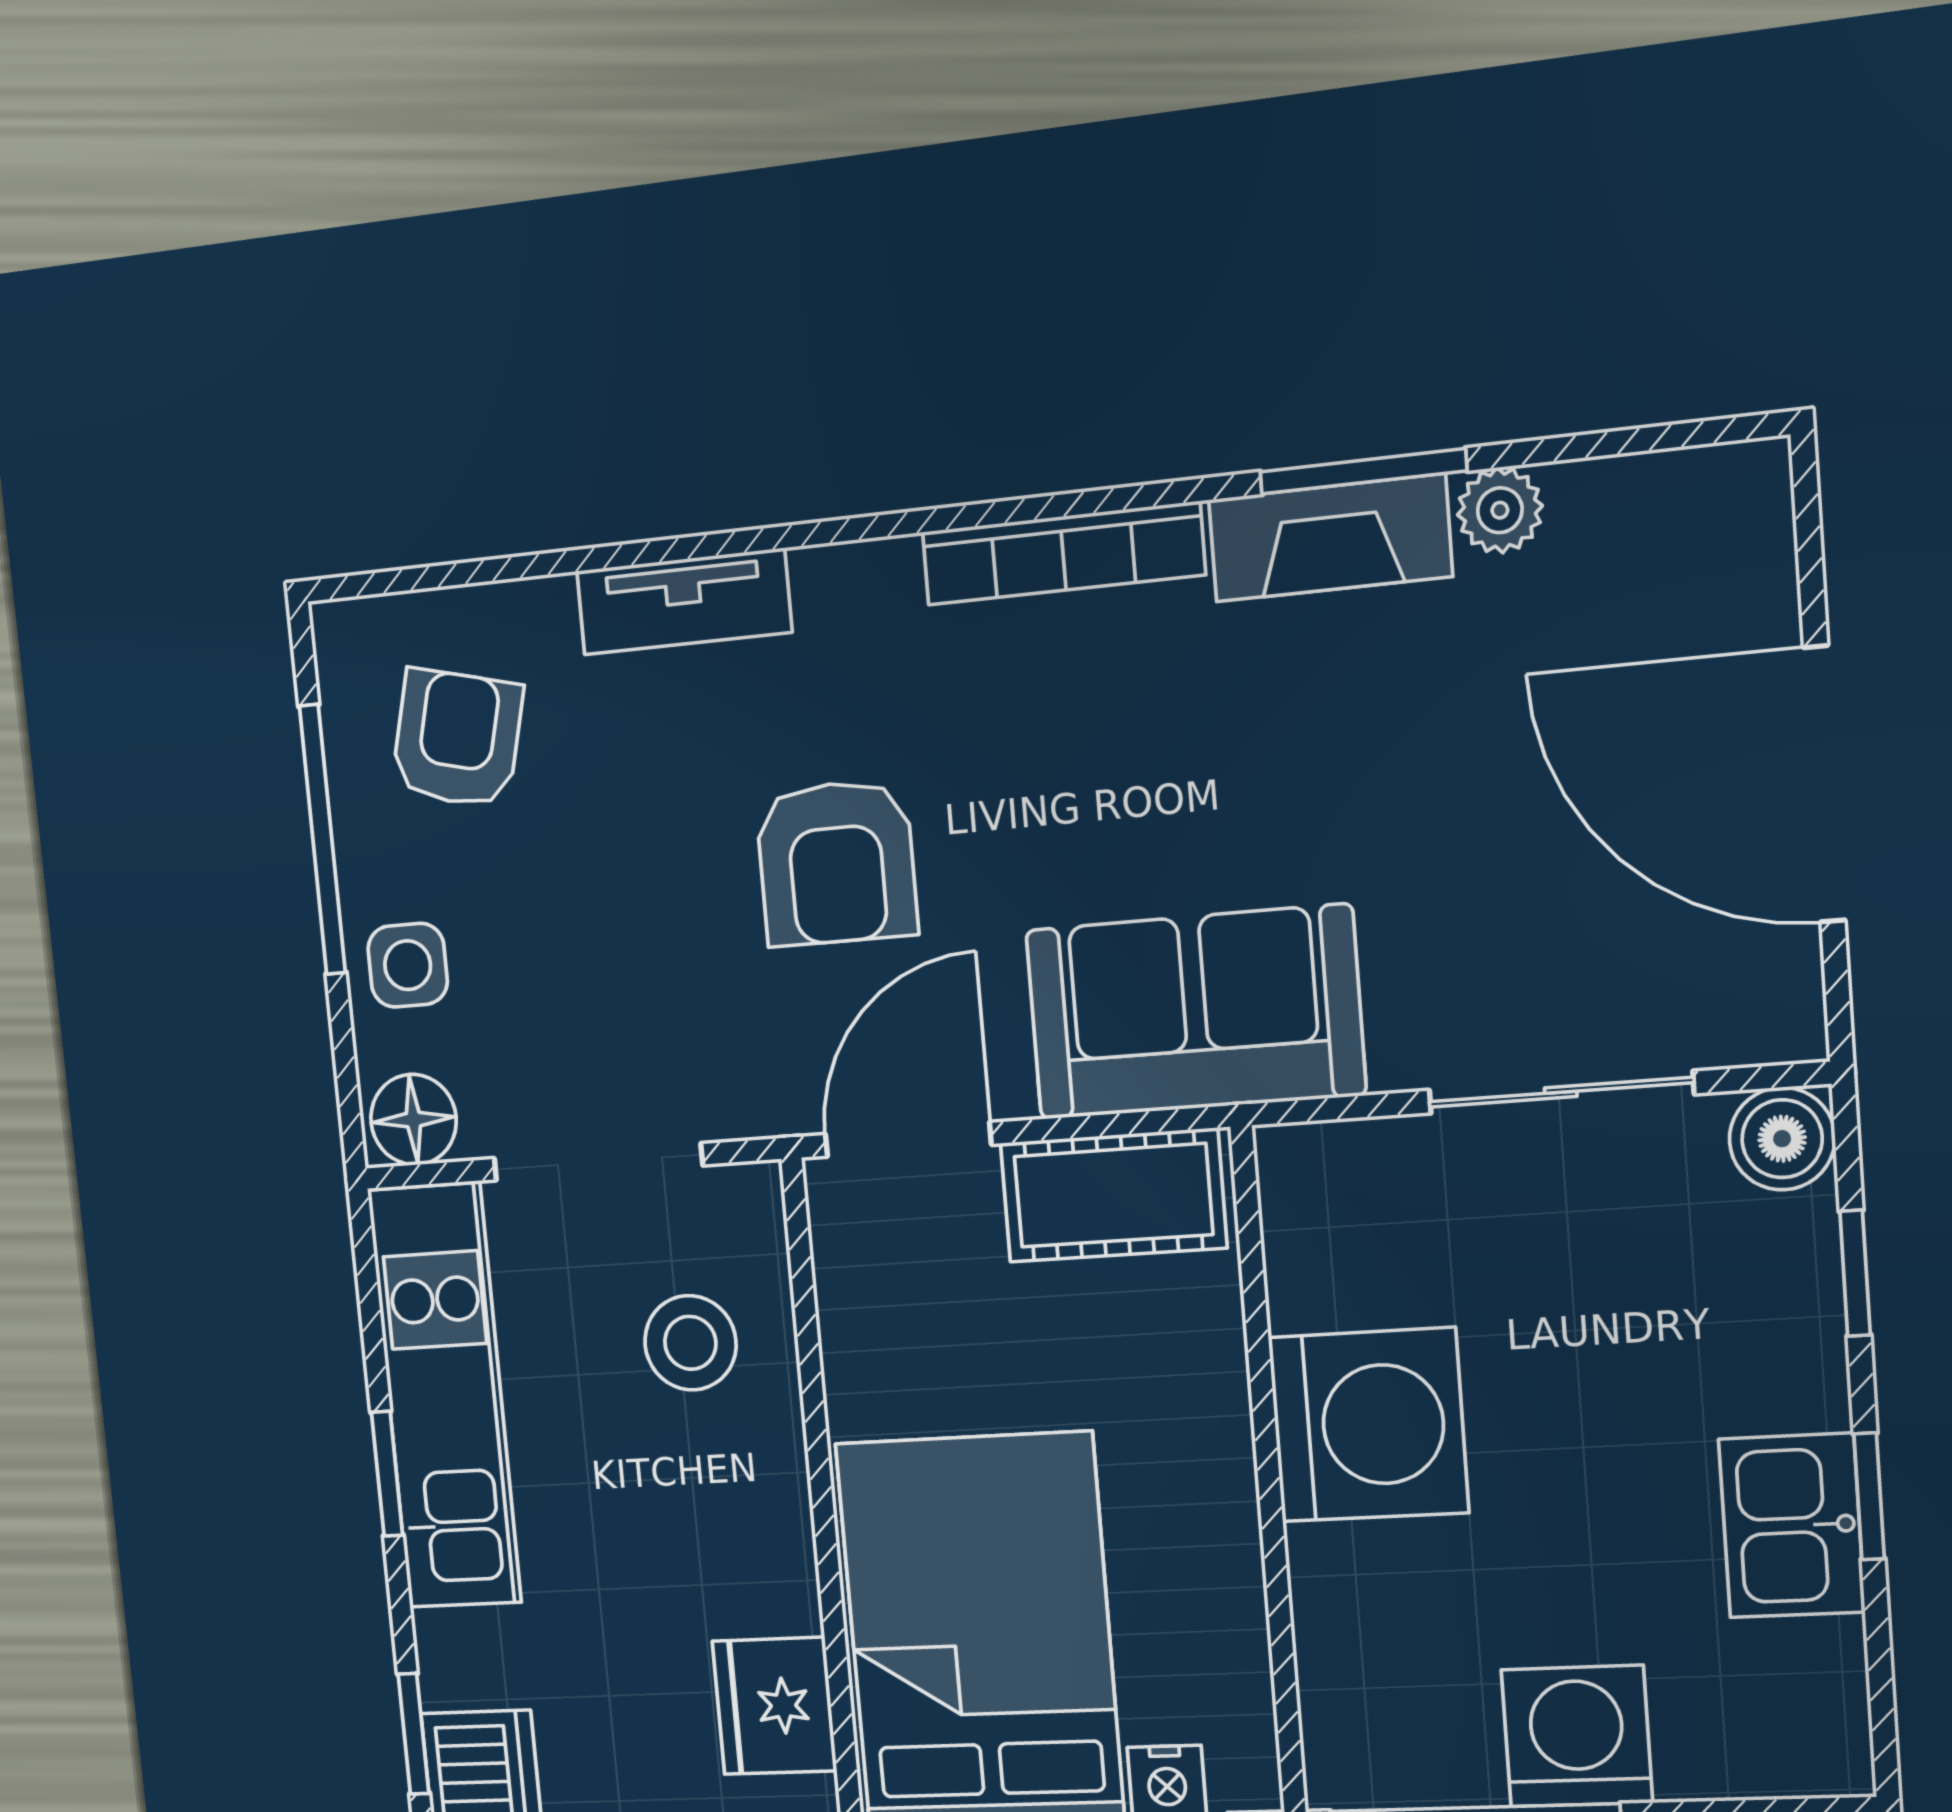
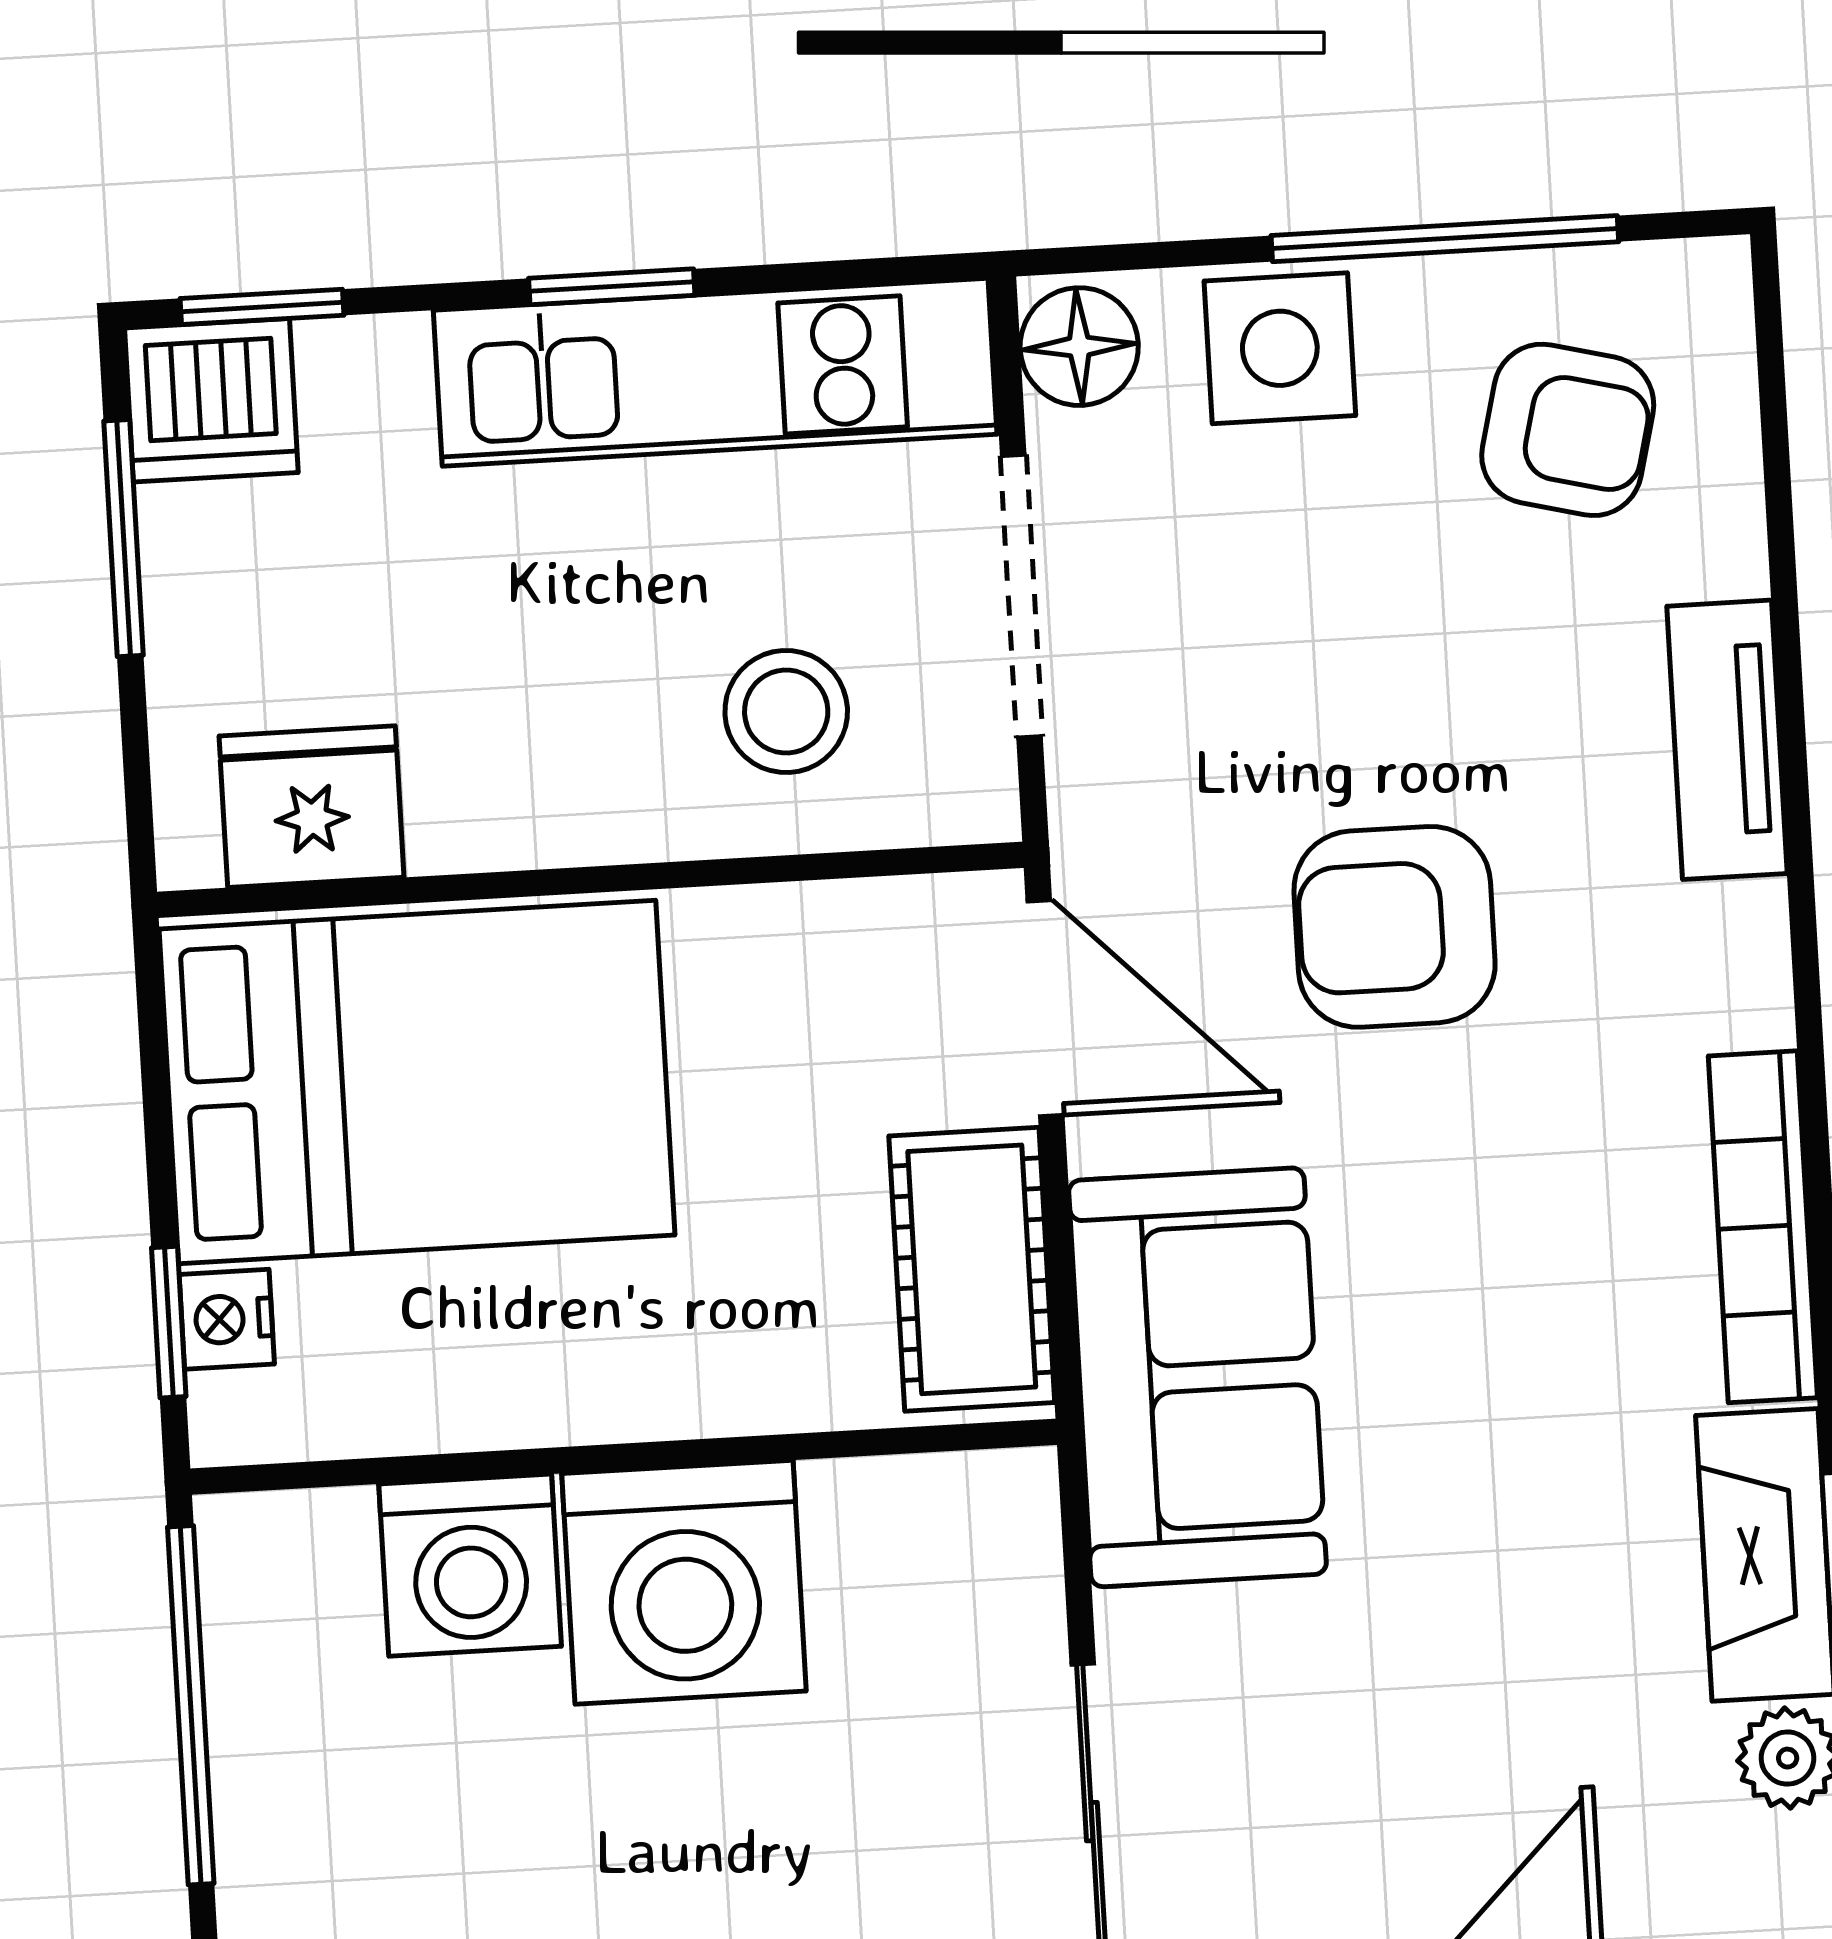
side table: (408, 965) -> (1280, 348), width x1.37, depth x1.37
washing machine: (1577, 1736) -> (470, 1565), moved, turned 90

